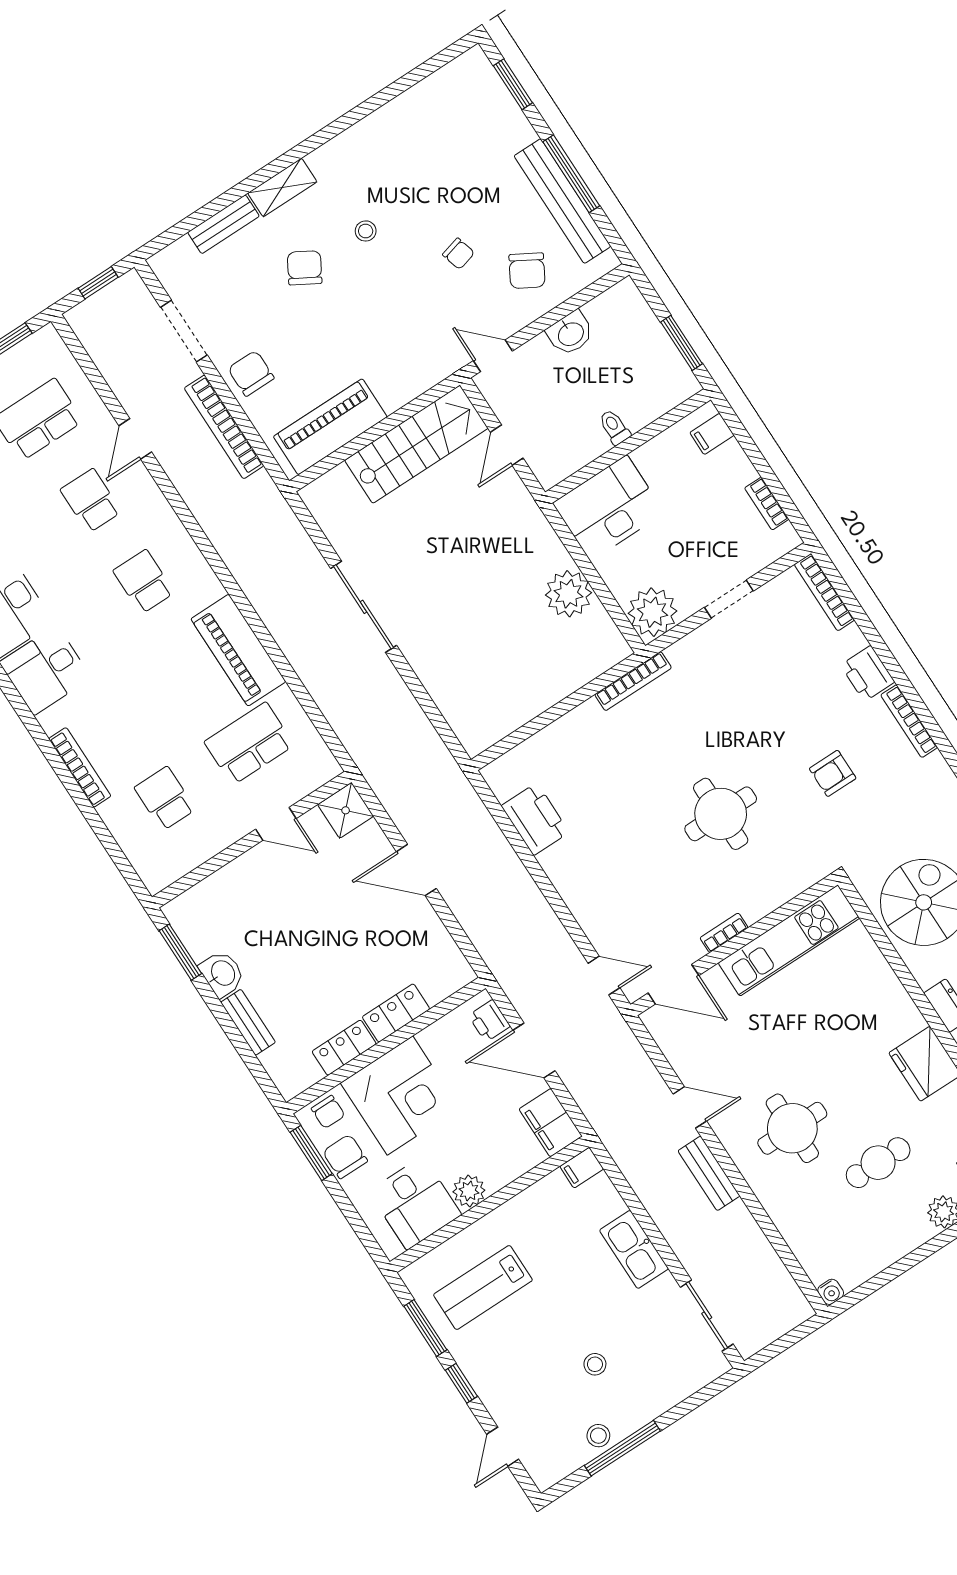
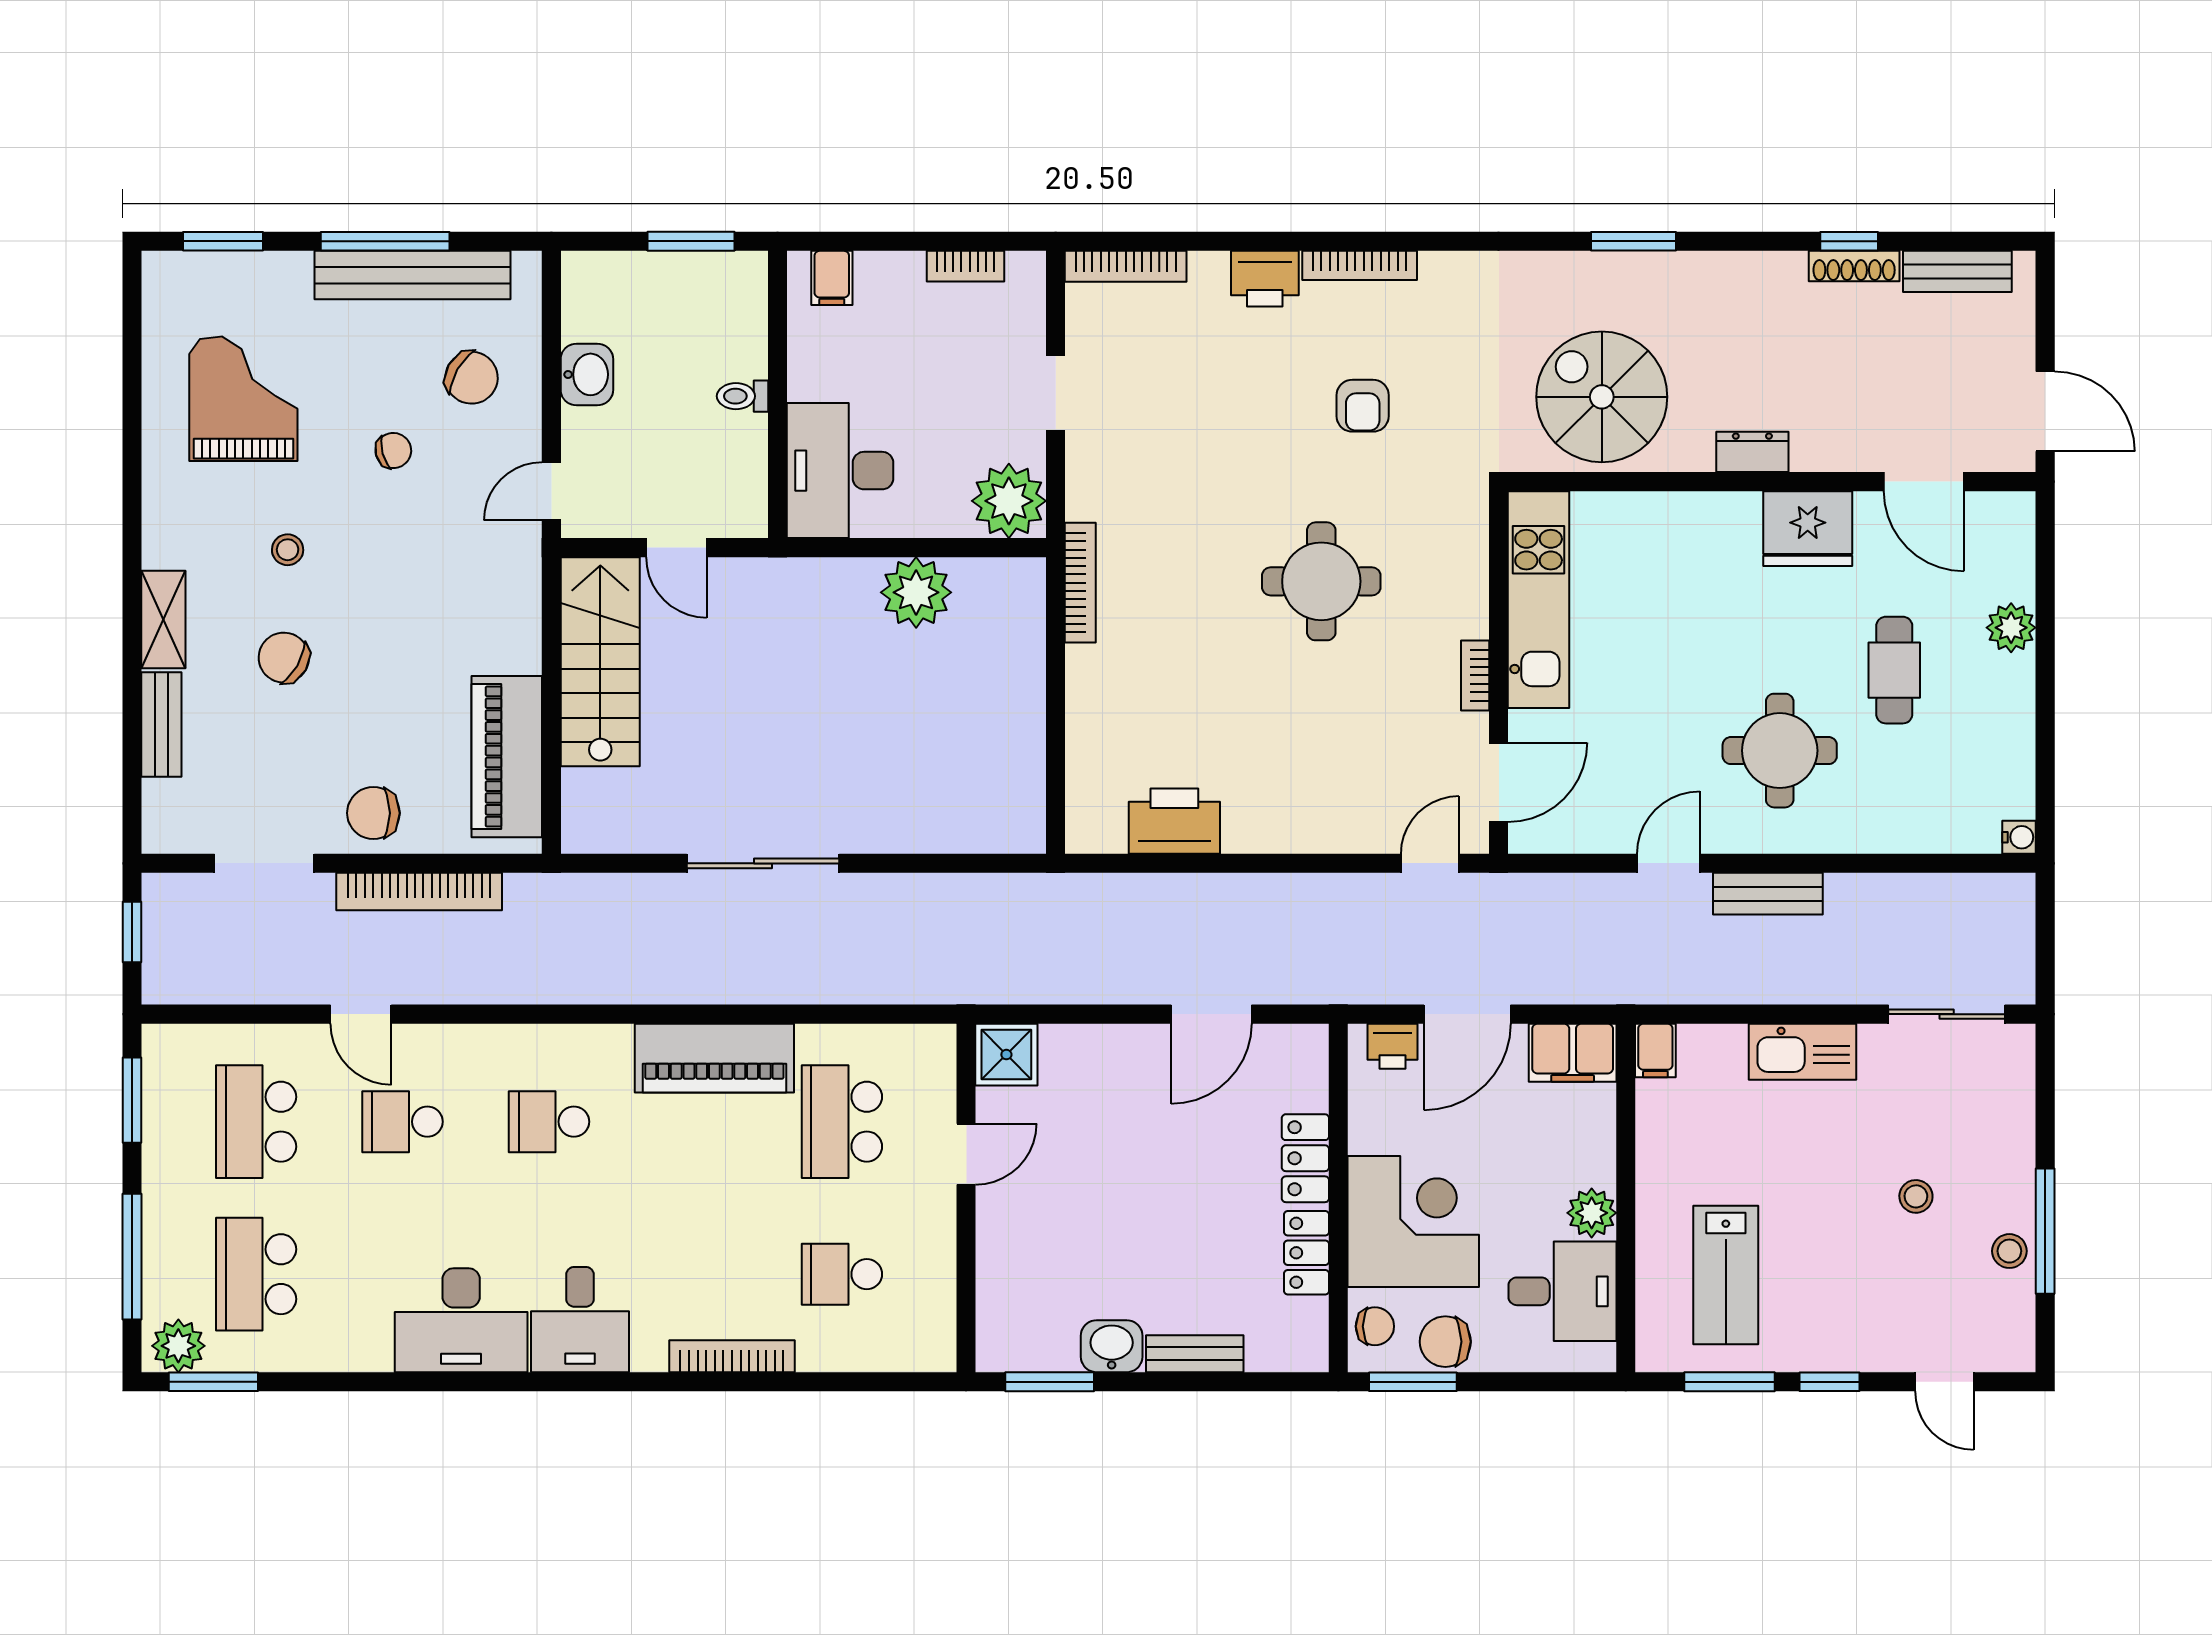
grand piano: (433, 152) -> (243, 399), added
door: (416, 870) -> (1211, 1014), moved

